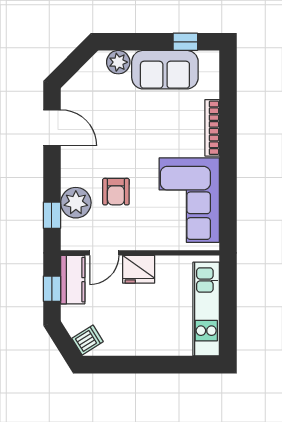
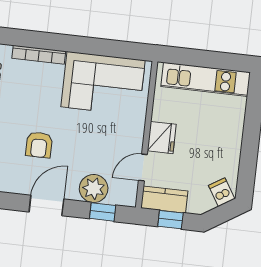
door: (52, 128) -> (46, 206), moved
armchair: (116, 192) -> (39, 145), moved, turned 90
door: (104, 253) -> (143, 168), swing flipped

